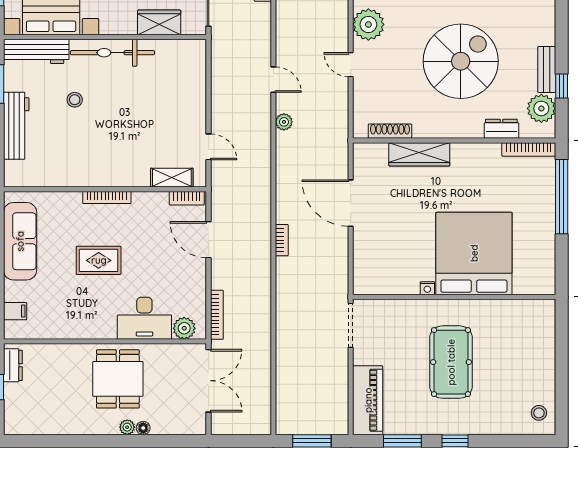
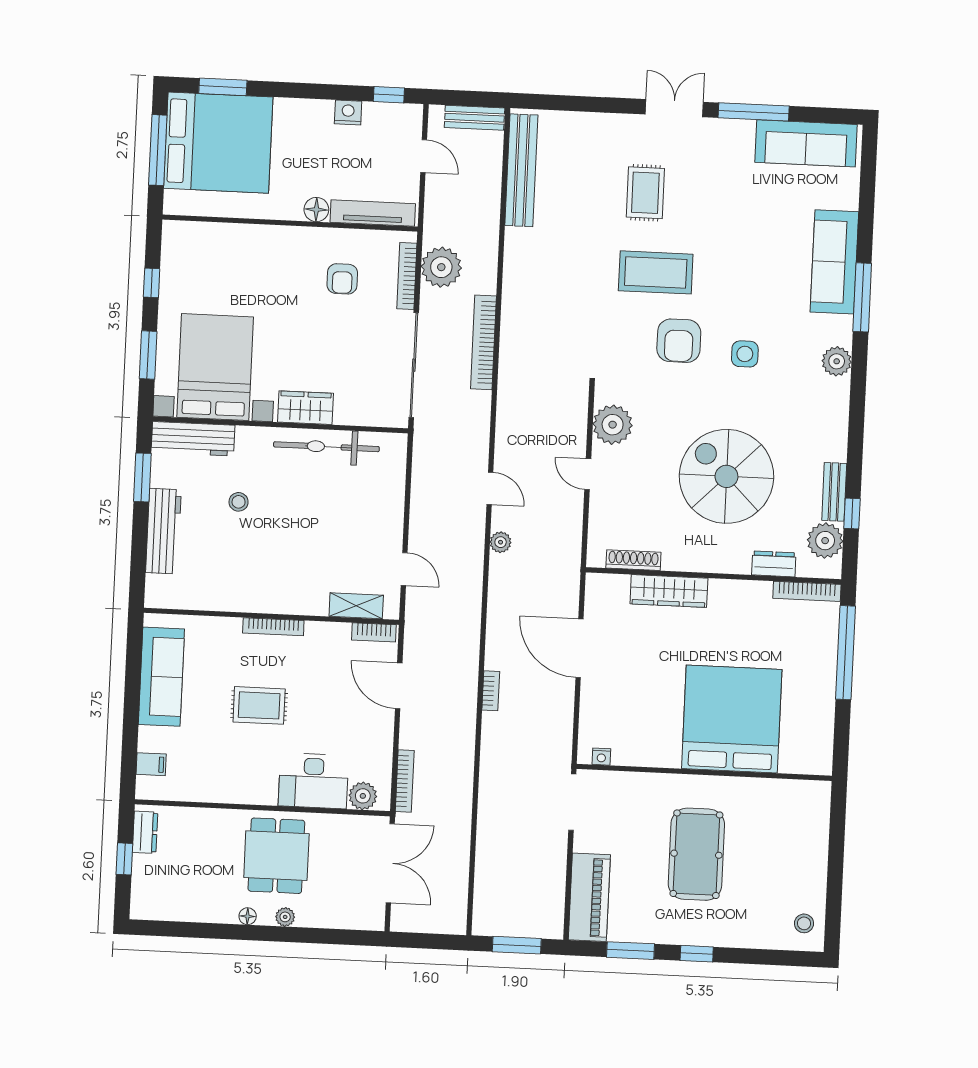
wardrobe: (159, 22) -> (305, 408), moved
bicycle: (112, 53) -> (326, 447), moved
spiral stairs: (461, 61) -> (726, 476), turned -90
nightstand: (427, 288) -> (601, 757), moved
floor lamp: (143, 428) -> (248, 916), moved

